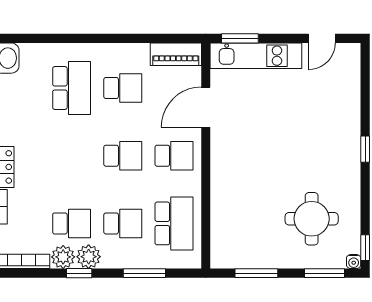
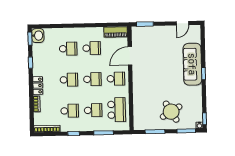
kitchen unit: (256, 56) -> (152, 32), removed
school desk: (72, 88) -> (68, 49), width x0.54
sofa: (341, 128) -> (192, 64), added
school desk: (72, 156) -> (69, 80), added
round table: (312, 219) -> (171, 112), moved, turned -31
plant: (63, 257) -> (66, 126), removed
plant: (89, 257) -> (78, 126), removed

